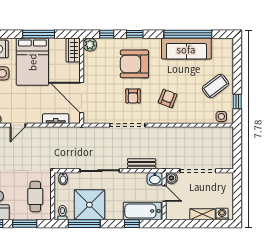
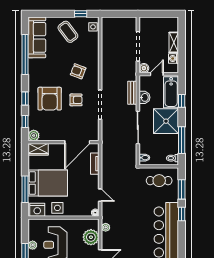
window: (39, 34) -> (25, 189), moved
sofa: (186, 49) -> (37, 37), moved
washbasin: (155, 179) -> (144, 97), moved
shower: (89, 205) -> (166, 121), moved
washing machine: (222, 214) -> (174, 59), moved

